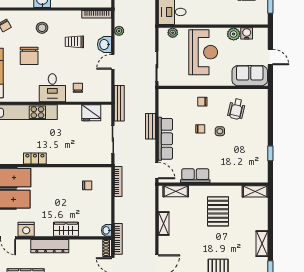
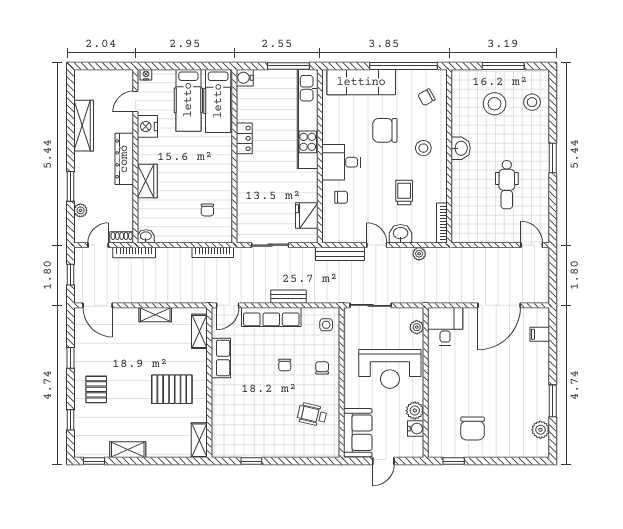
bench: (119, 103) -> (340, 254), moved
side table: (220, 131) -> (326, 325), moved

